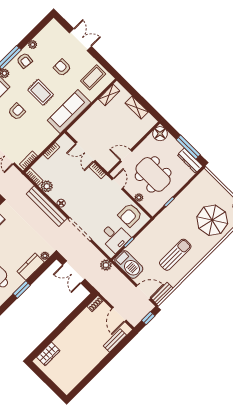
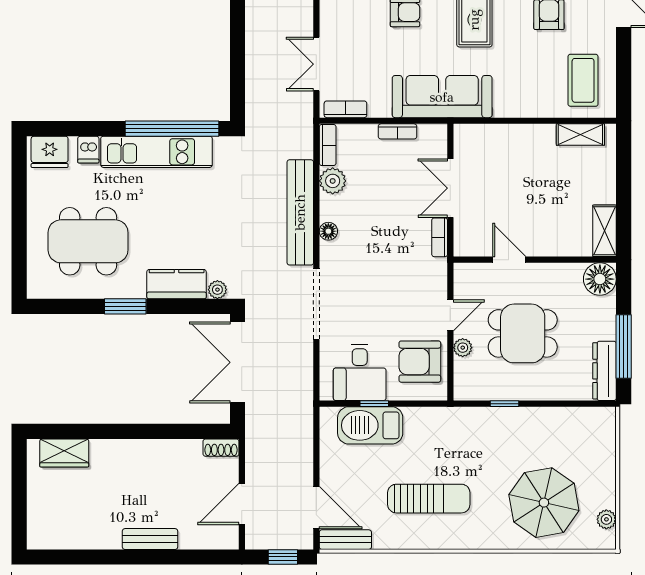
coffee table: (93, 77) -> (583, 80), turned 90
shelving: (137, 108) -> (604, 231), moved
sofa: (69, 112) -> (442, 97), moved
dining table: (153, 174) -> (523, 333), width x0.73
door: (117, 184) -> (450, 315), moved
barbecue: (129, 264) -> (370, 425), moved, turned 90
plant: (106, 265) -> (301, 403), removed
double door: (74, 272) -> (237, 362), width x1.37
bench: (115, 341) -> (150, 539), moved

